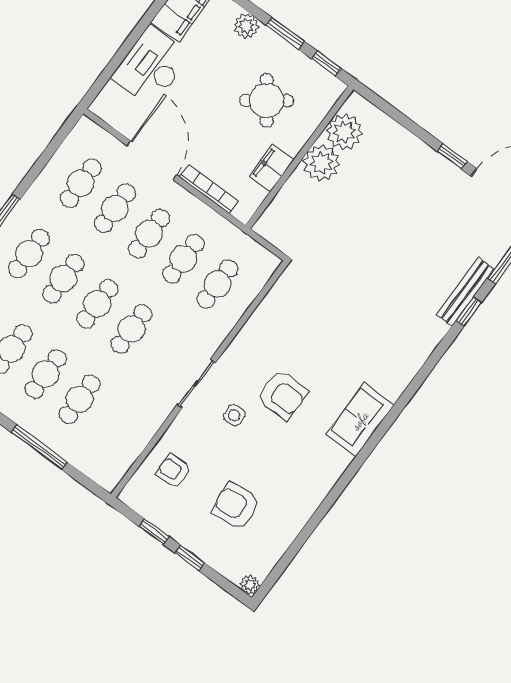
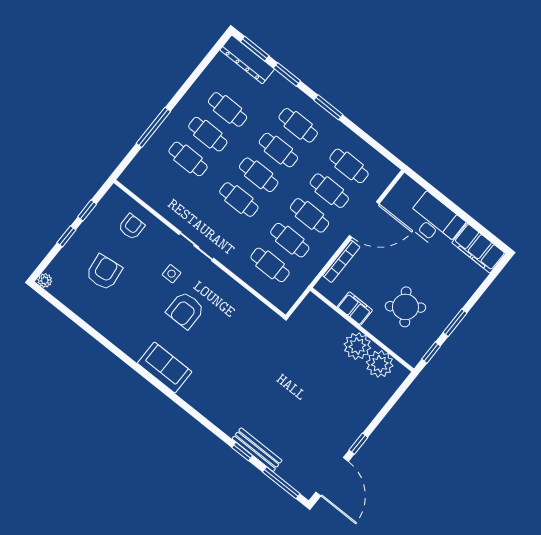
plant: (246, 26) -> (462, 294), removed

